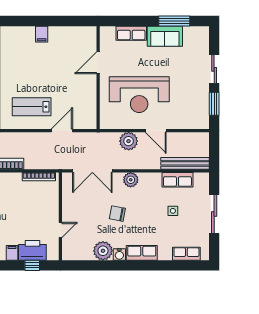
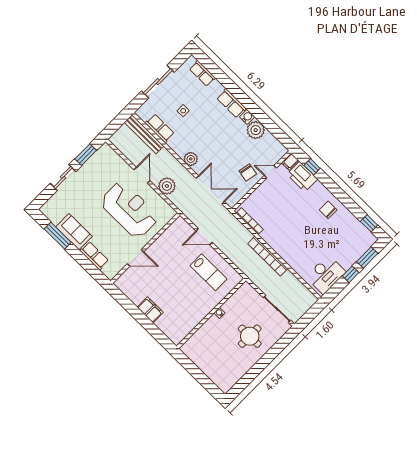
filing cabinet: (42, 34) -> (150, 310), width x2.00
chair: (117, 214) -> (248, 173), moved
filing cabinet: (12, 253) -> (290, 162), moved

